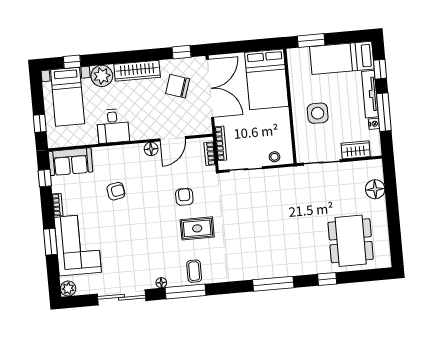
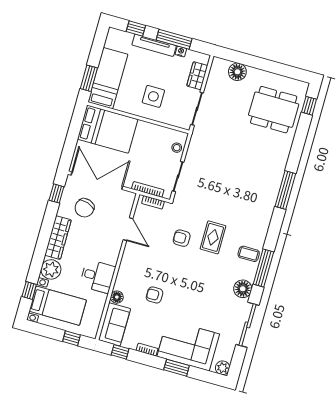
bed: (342, 58) -> (108, 78), moved, turned 180
floor lamp: (151, 149) -> (117, 297), moved
armchair: (116, 191) -> (155, 295), turned -80
window: (327, 279) -> (309, 106), moved
floor lamp: (161, 283) -> (243, 289), width x1.89, depth x1.89

